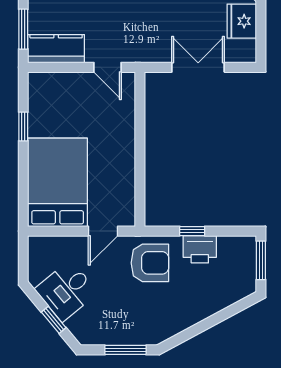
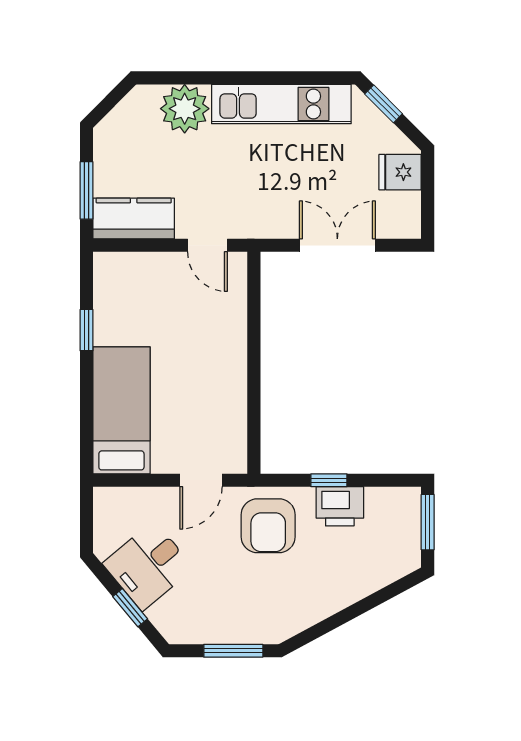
fridge: (242, 21) -> (400, 172), width x0.72
bed: (58, 182) -> (121, 410), width x0.67
armchair: (150, 263) -> (268, 526), turned 90

